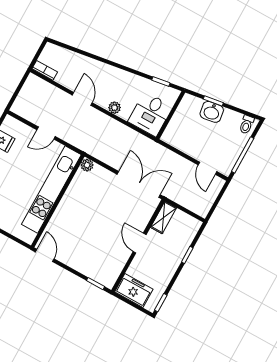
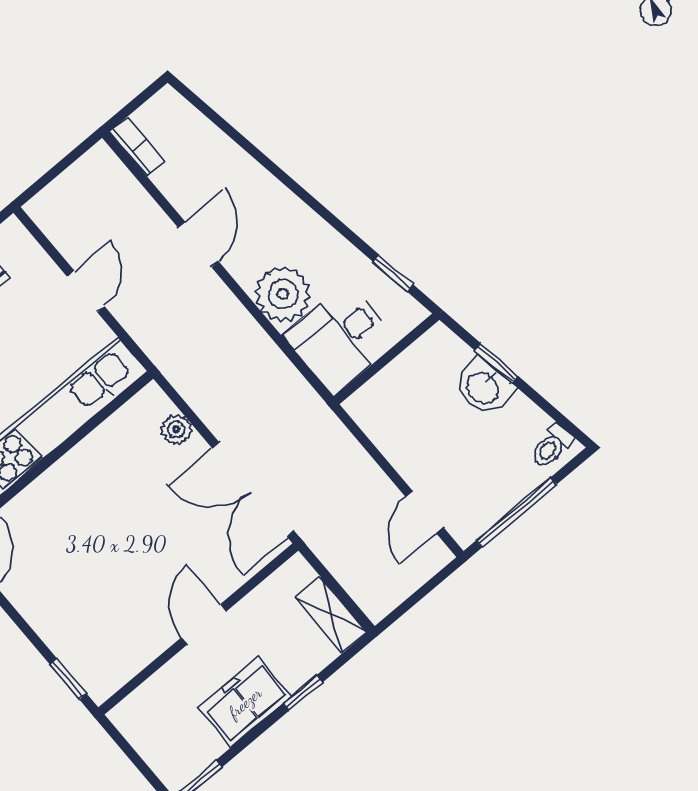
plant: (115, 108) -> (283, 294), width x1.87, depth x1.87
door: (46, 133) -> (86, 291), swing flipped
plant: (87, 165) -> (176, 429), moved
double door: (139, 184) -> (253, 489), swing flipped
shelving: (164, 217) -> (331, 615), moved, turned 90
freezer: (134, 291) -> (245, 702), moved, turned -90

